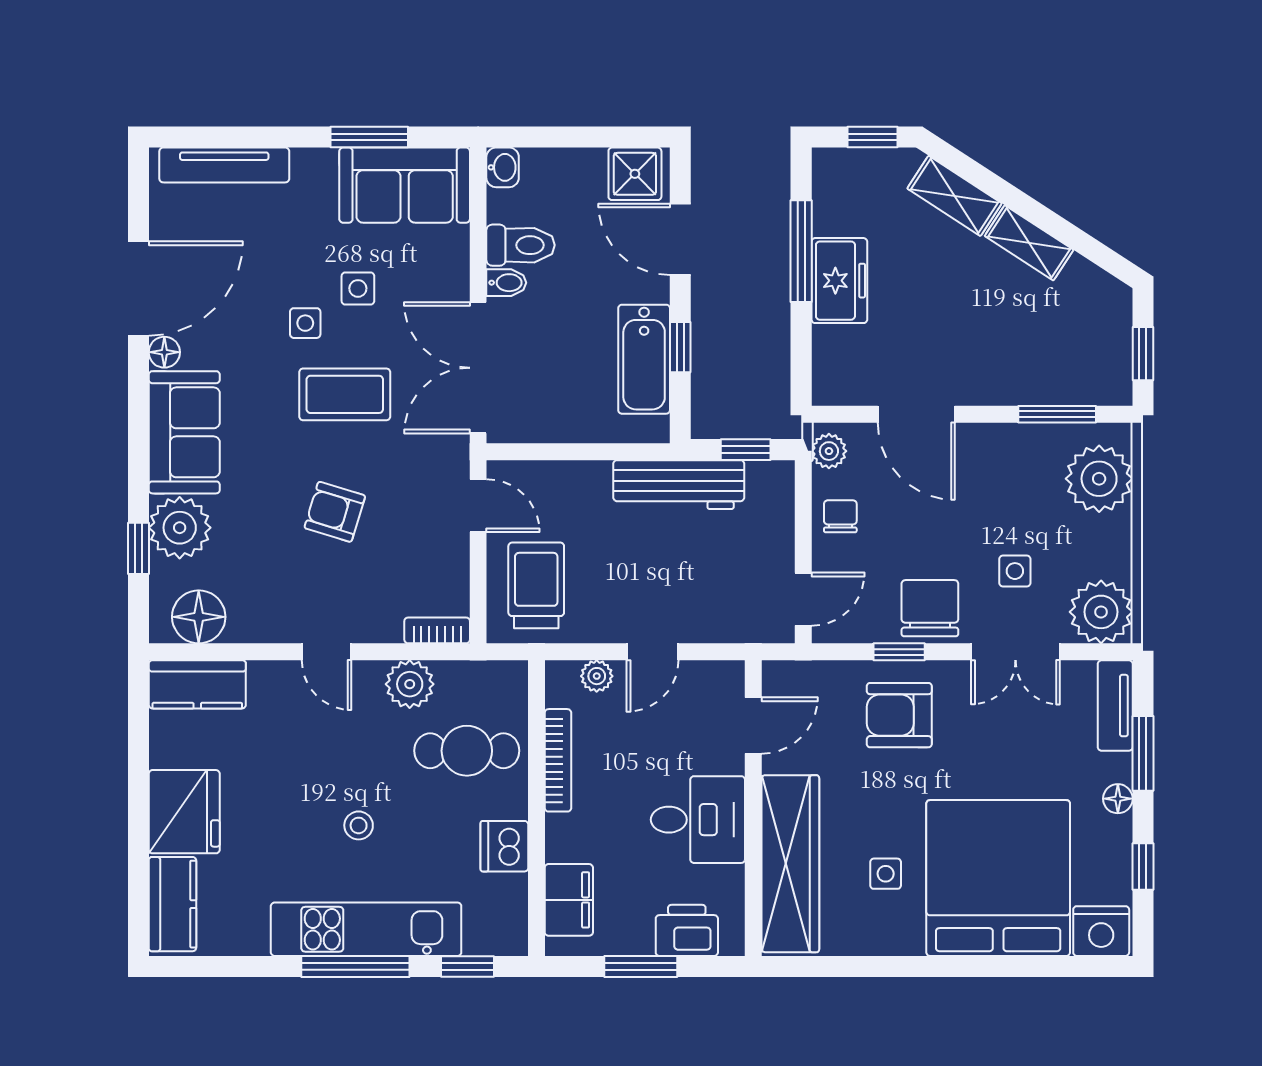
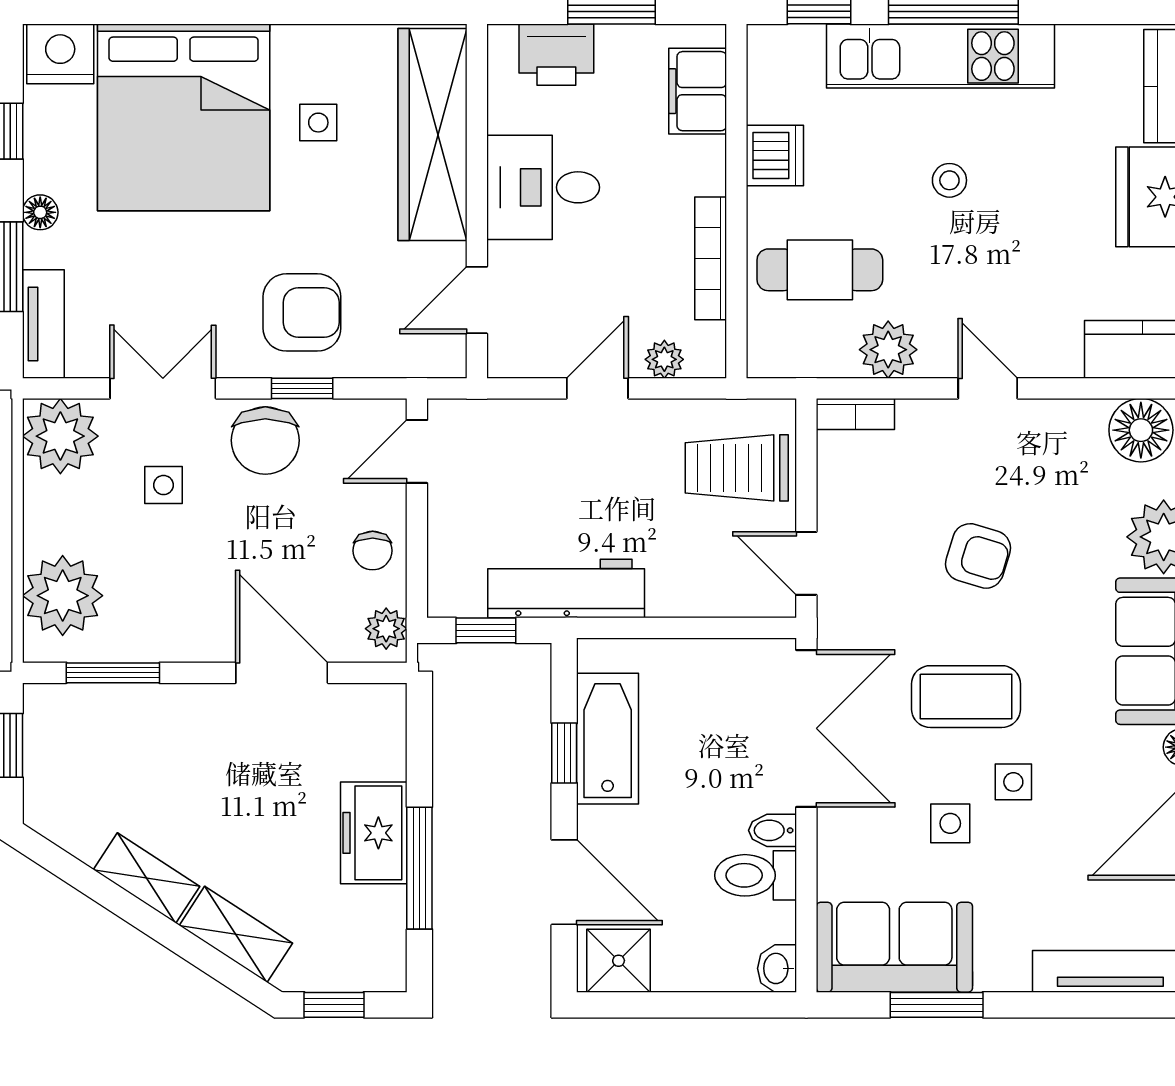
trolley: (536, 585) -> (737, 468), turned 90

